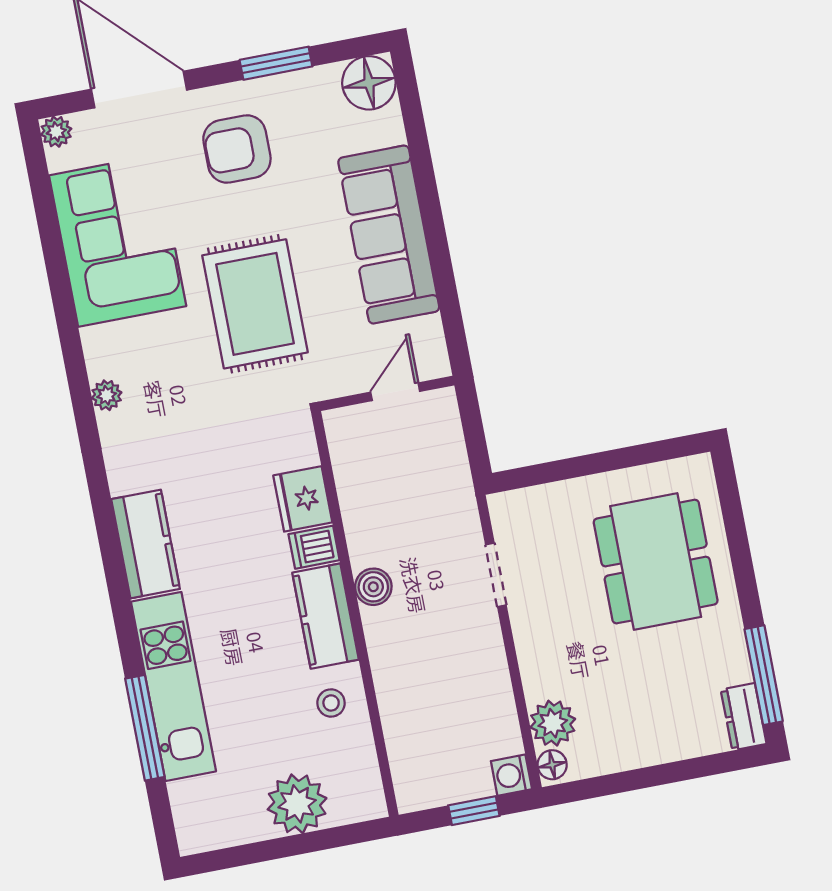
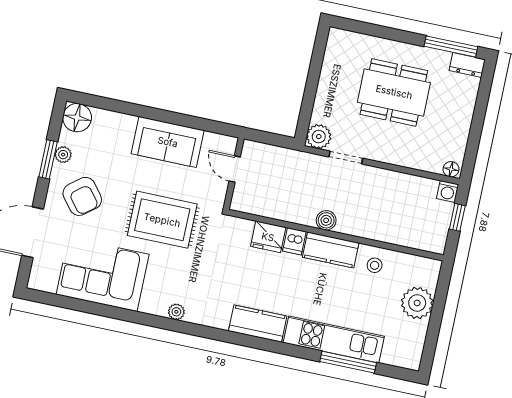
plant: (56, 132) -> (63, 155), moved
armchair: (237, 149) -> (82, 196), turned -38
sofa: (389, 235) -> (168, 142), width x0.73
dining table: (656, 562) -> (394, 92), moved
plant: (553, 723) -> (319, 137), moved

